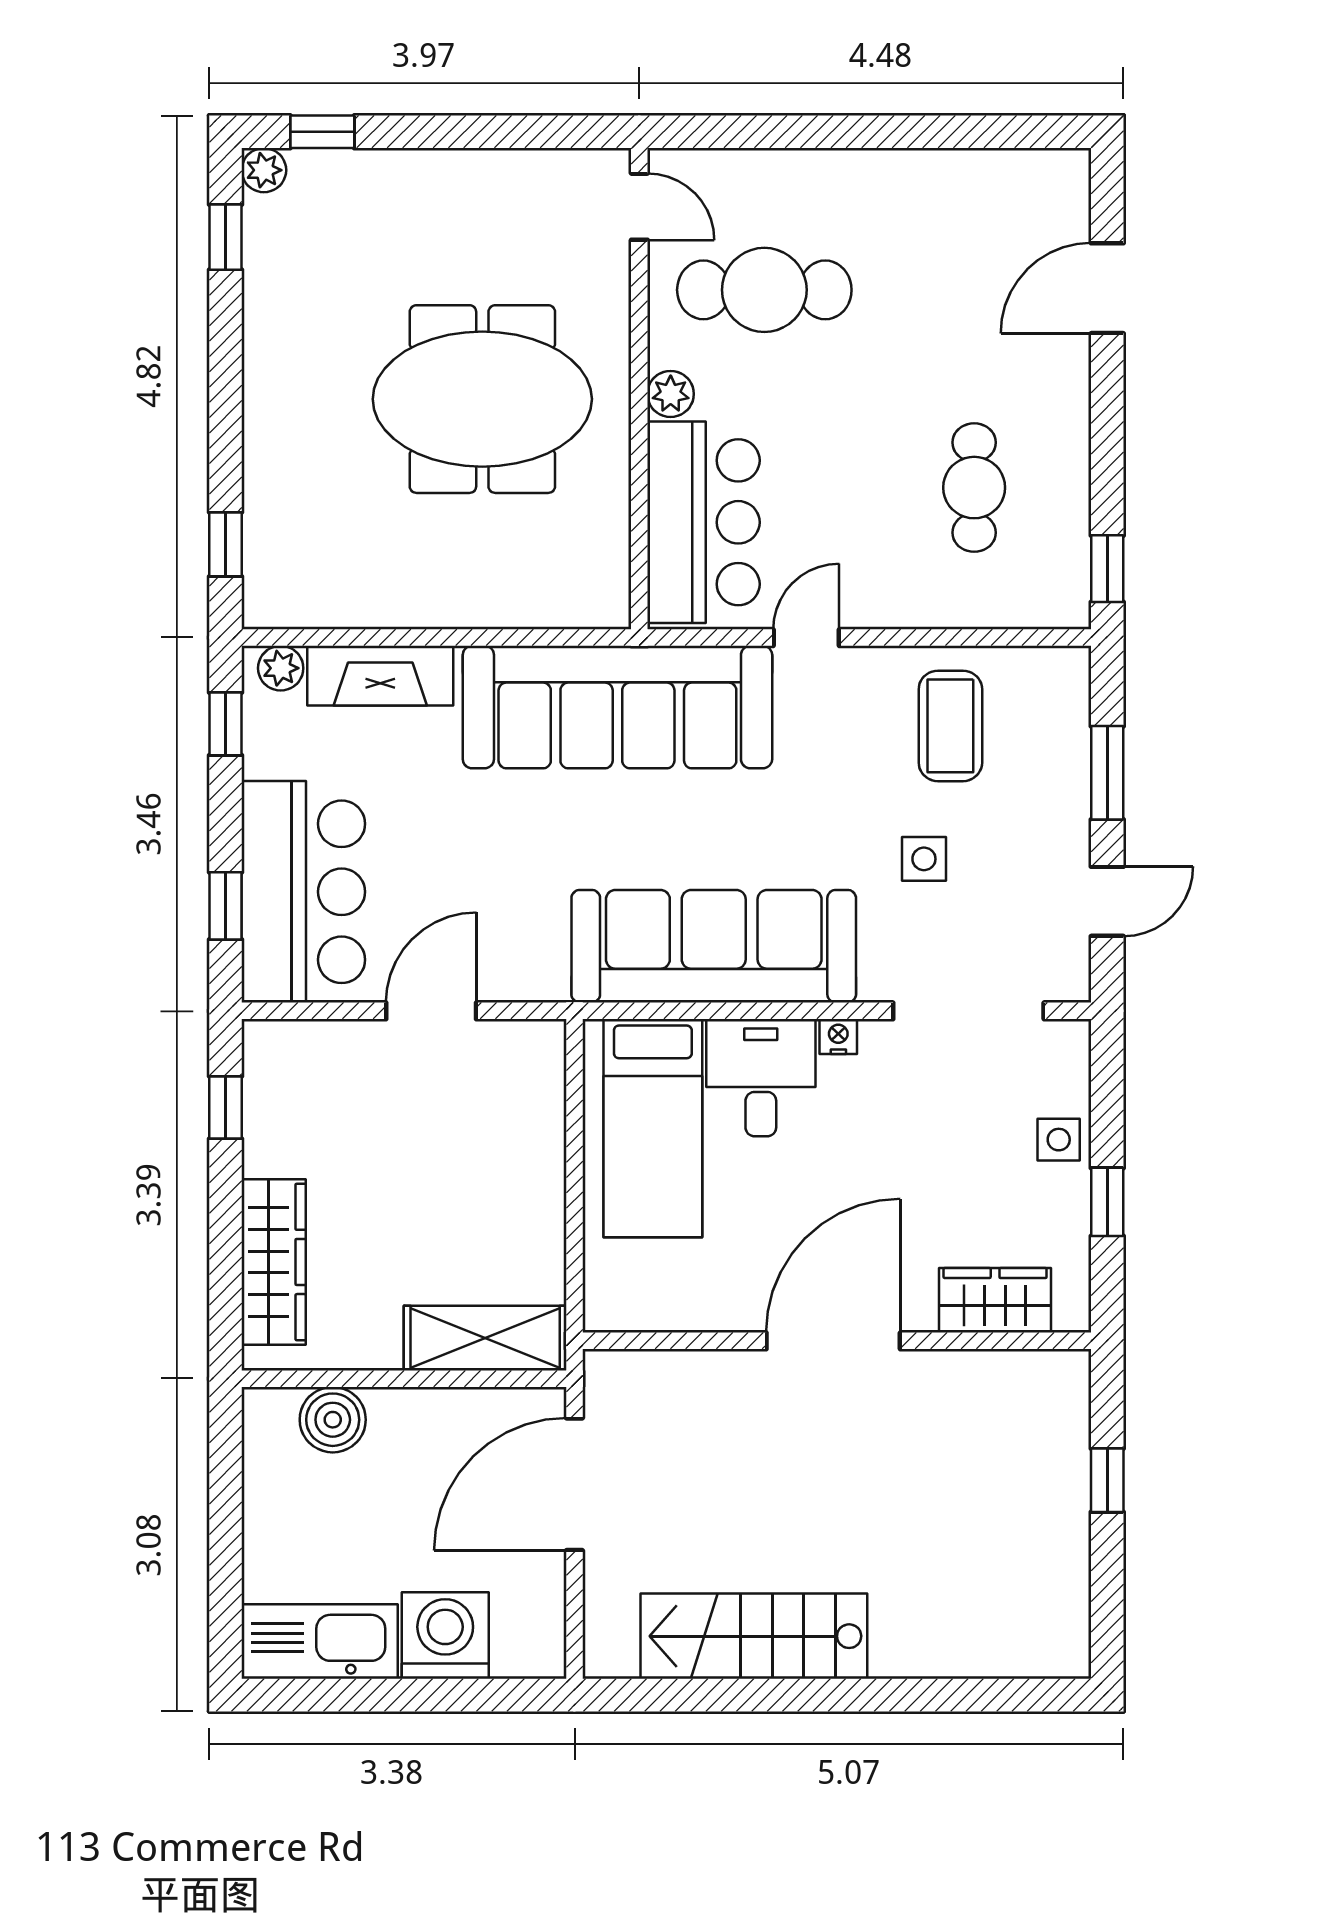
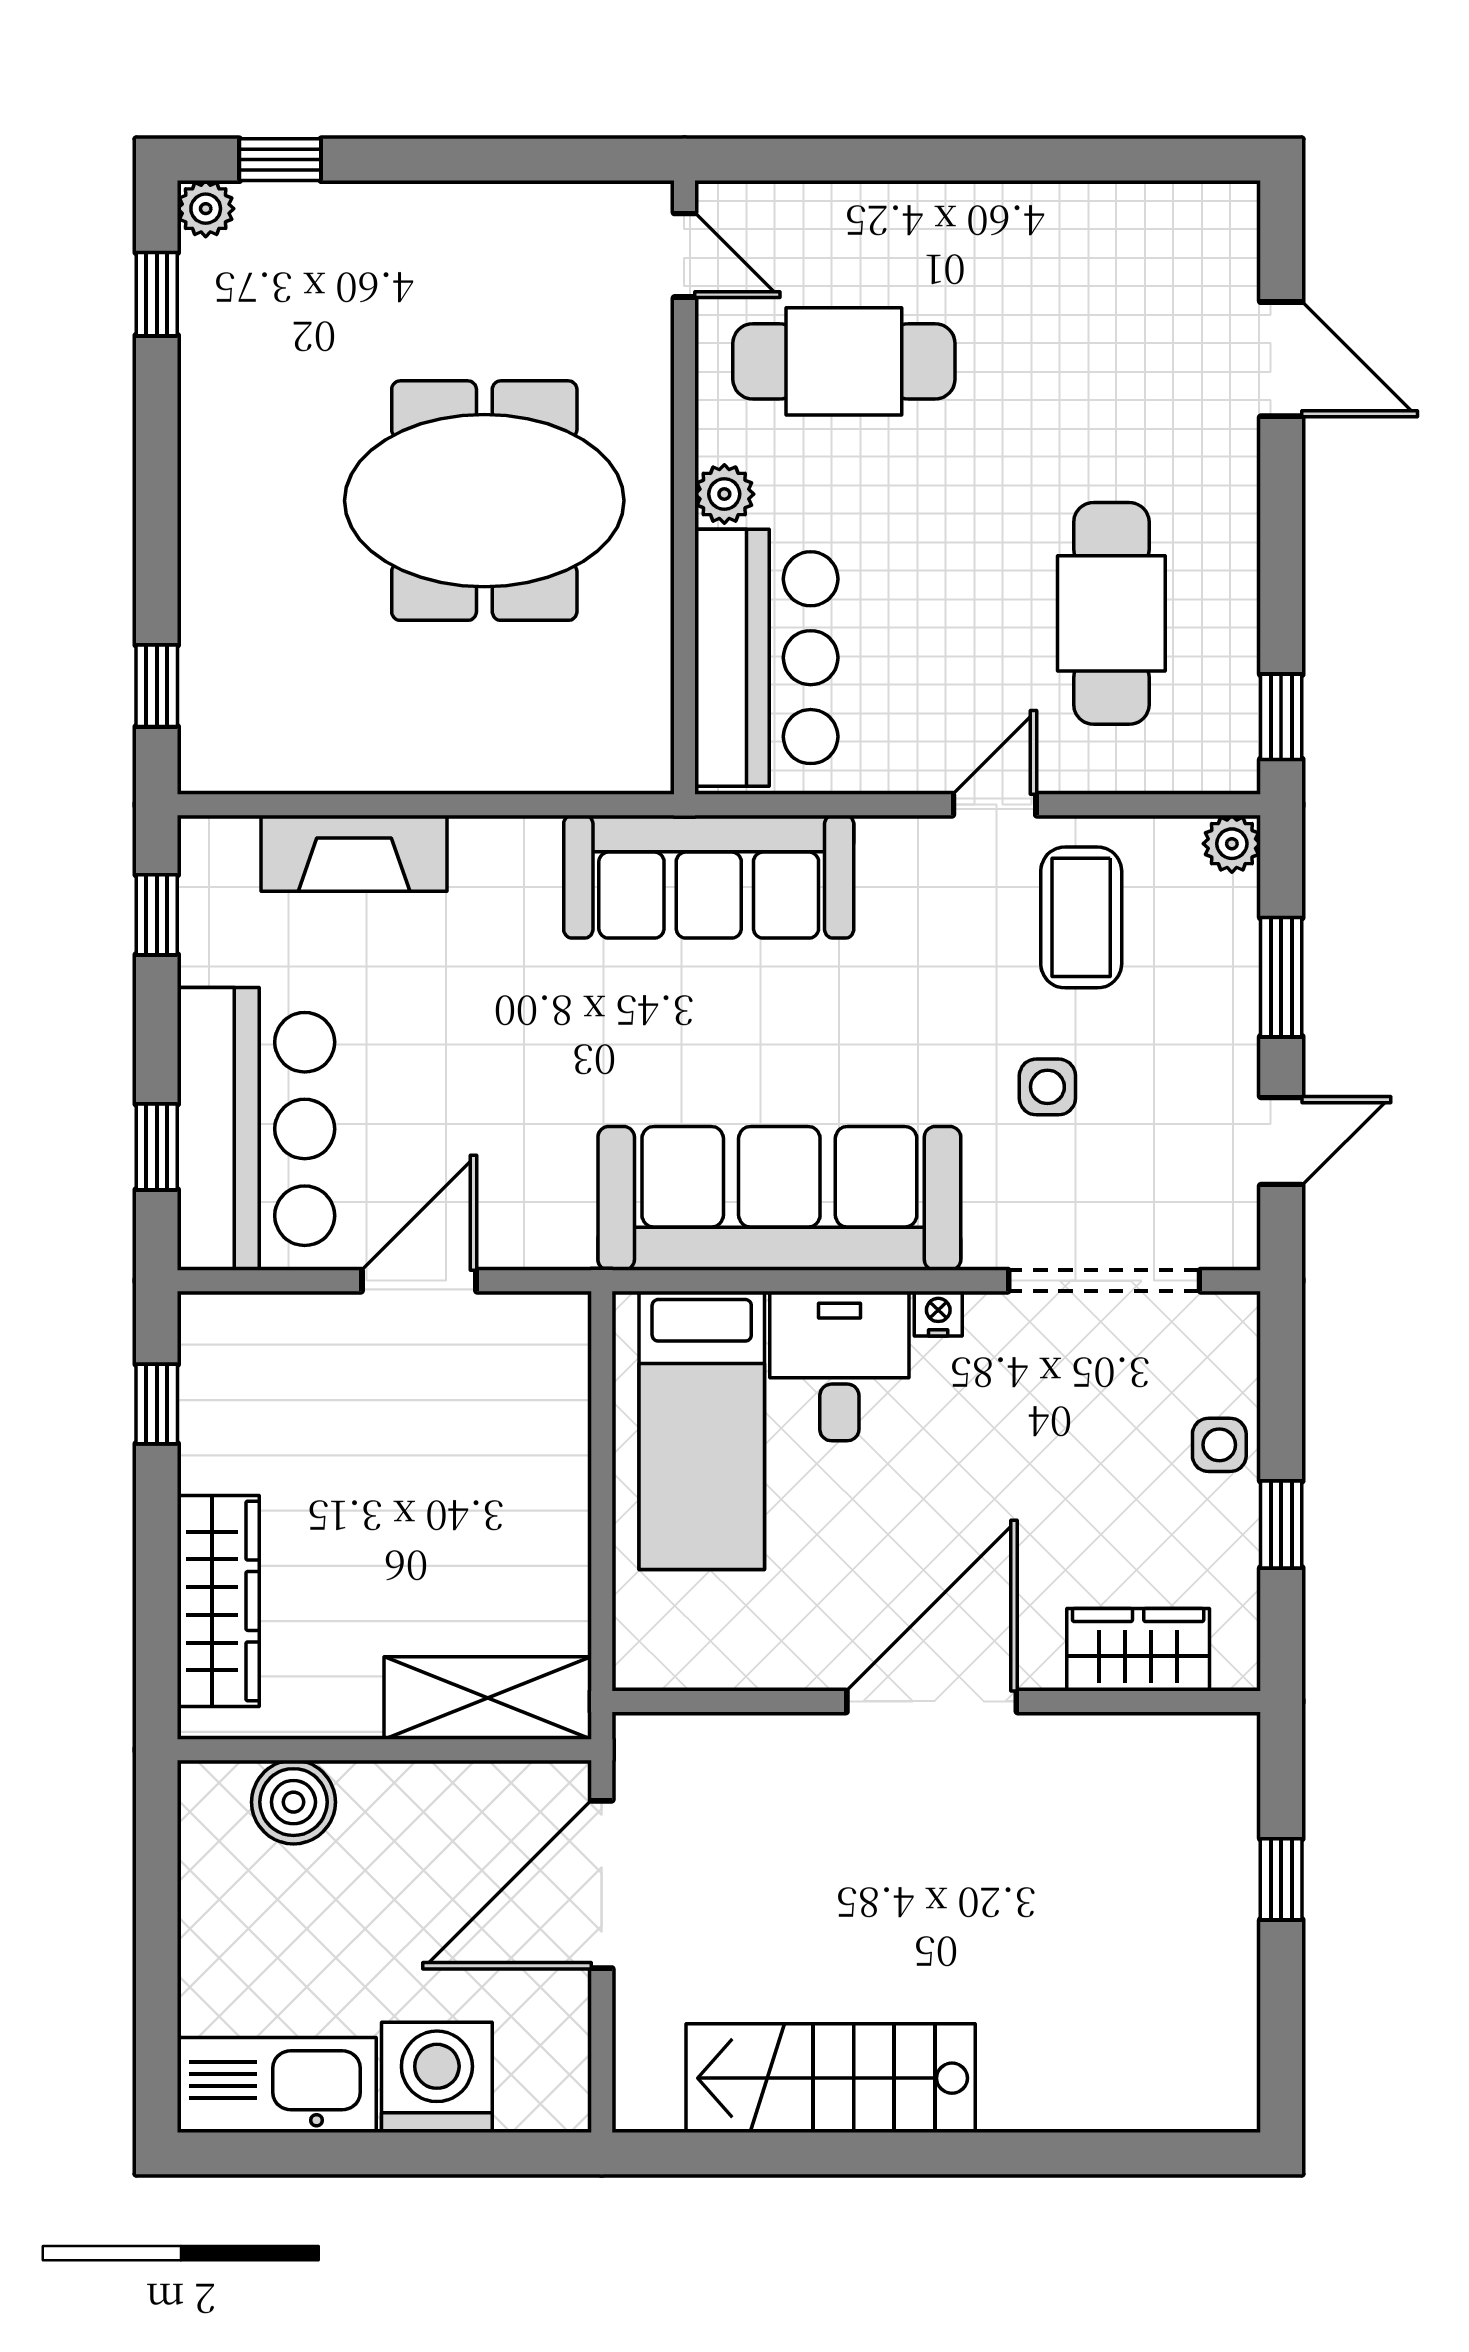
door: (1107, 288) -> (1281, 359), swing flipped
cafe table: (974, 488) -> (1111, 613), width x1.37, depth x1.35
door: (806, 638) -> (995, 805), moved
plant: (281, 668) -> (1232, 844), moved
sofa: (617, 707) -> (709, 877), width x0.74, depth x0.79

